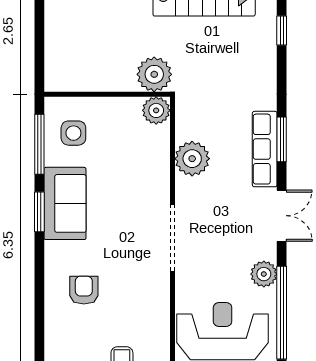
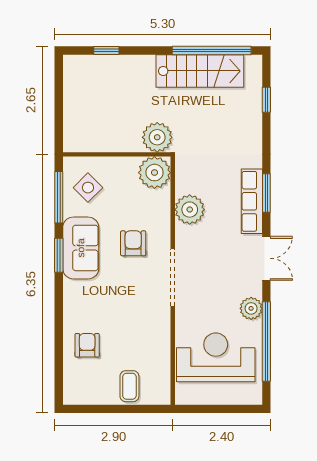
plant: (156, 110) -> (154, 173), width x1.36, depth x1.36
side table: (73, 133) -> (88, 188), turned 45
armchair: (126, 198) -> (133, 243), added
armchair: (84, 290) -> (87, 345), moved

